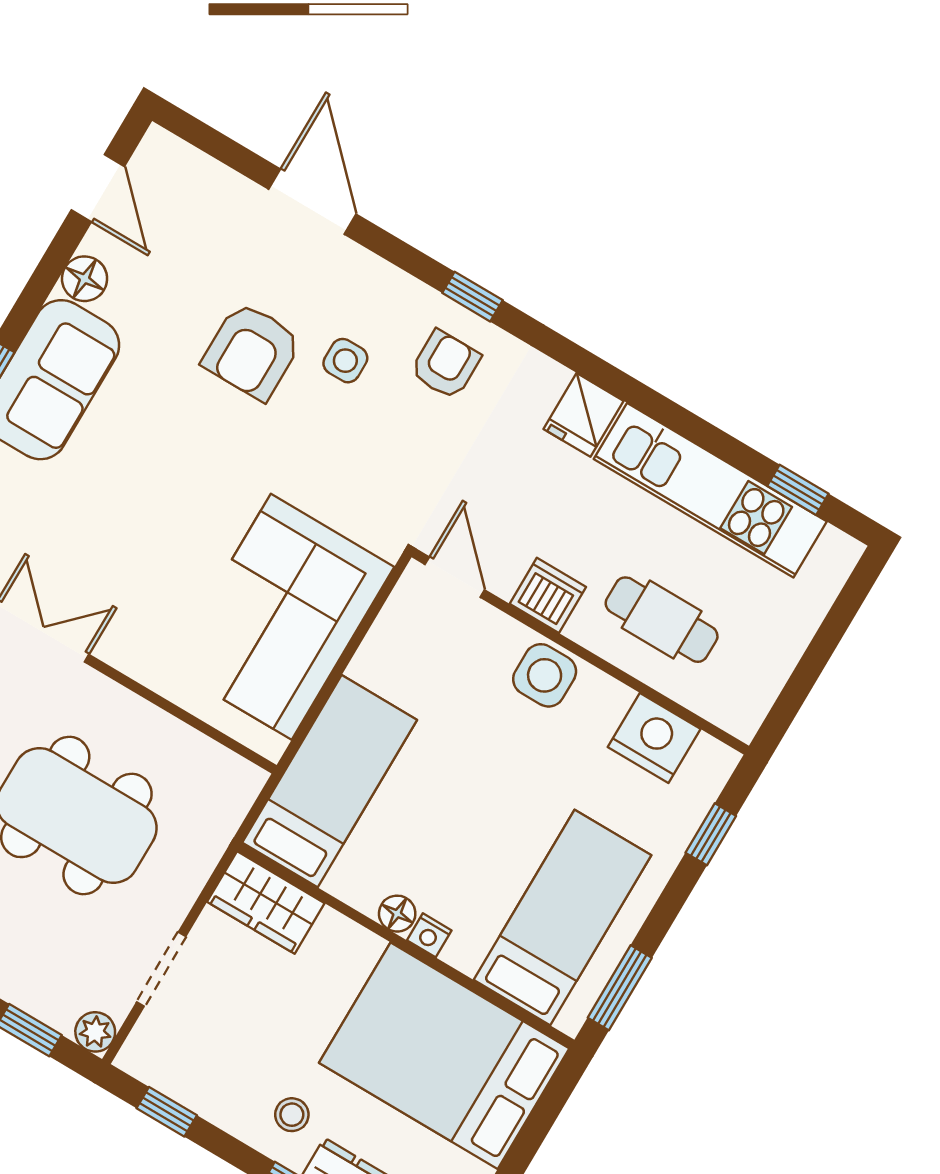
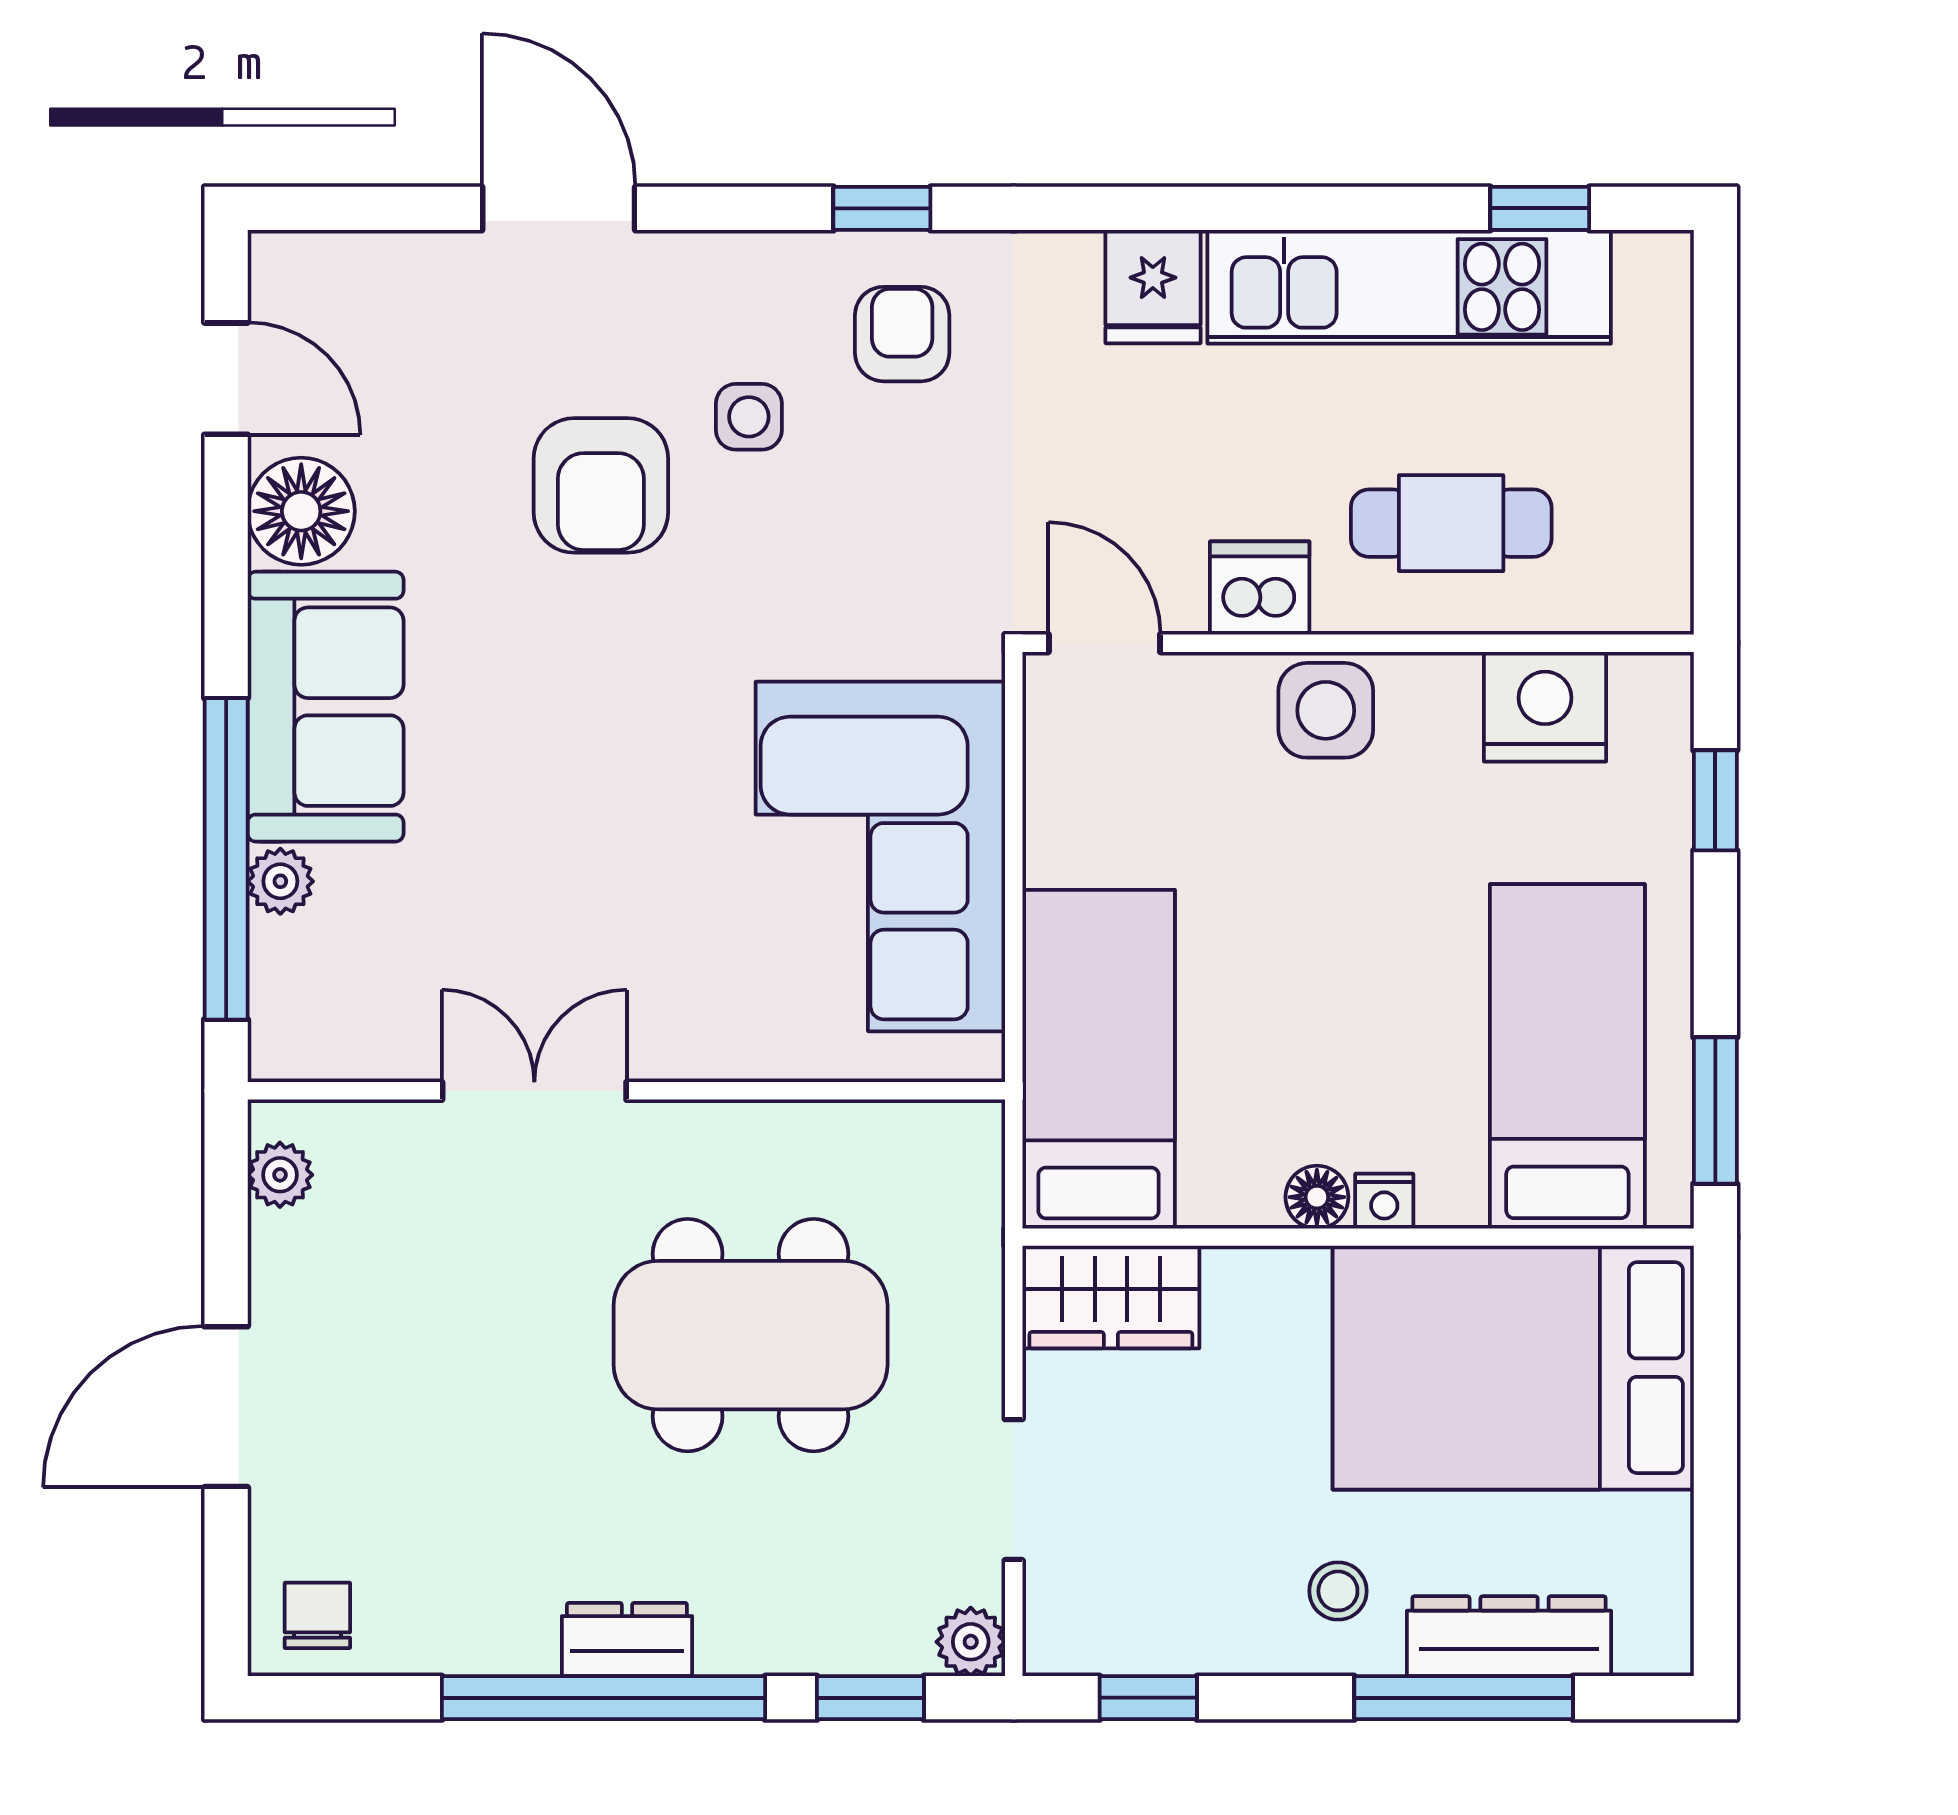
floor lamp: (85, 279) -> (301, 511), width x1.38, depth x1.38

